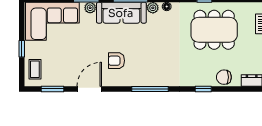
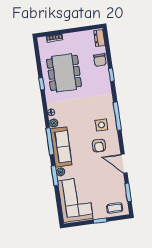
side table: (142, 67) -> (101, 125), added

